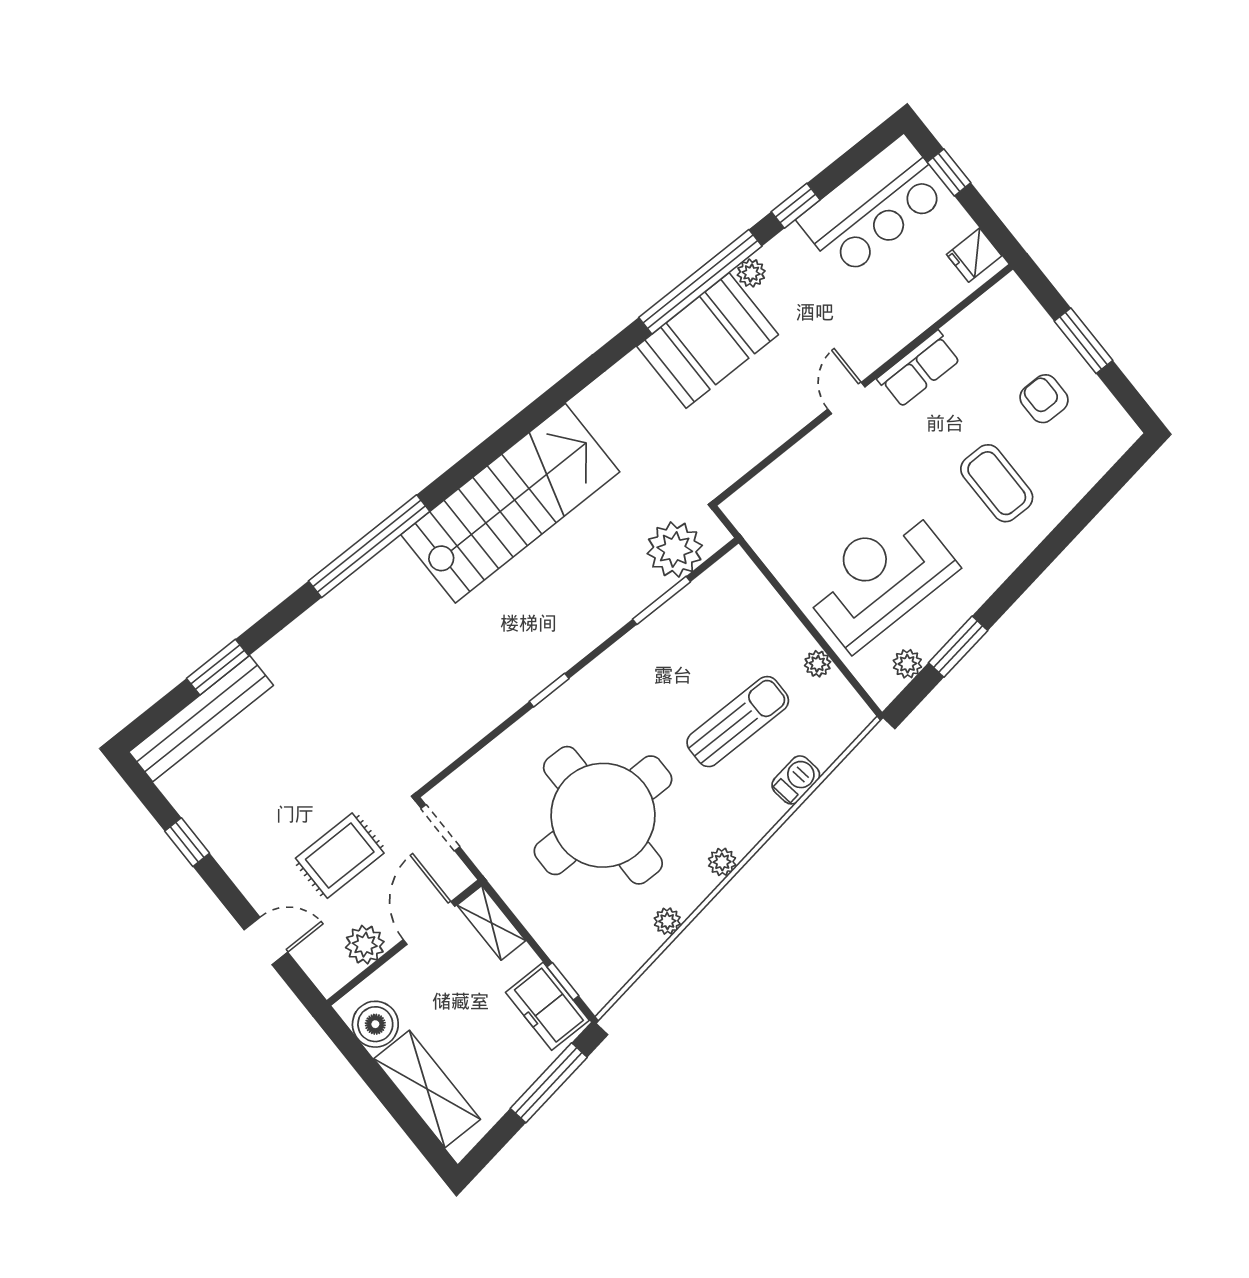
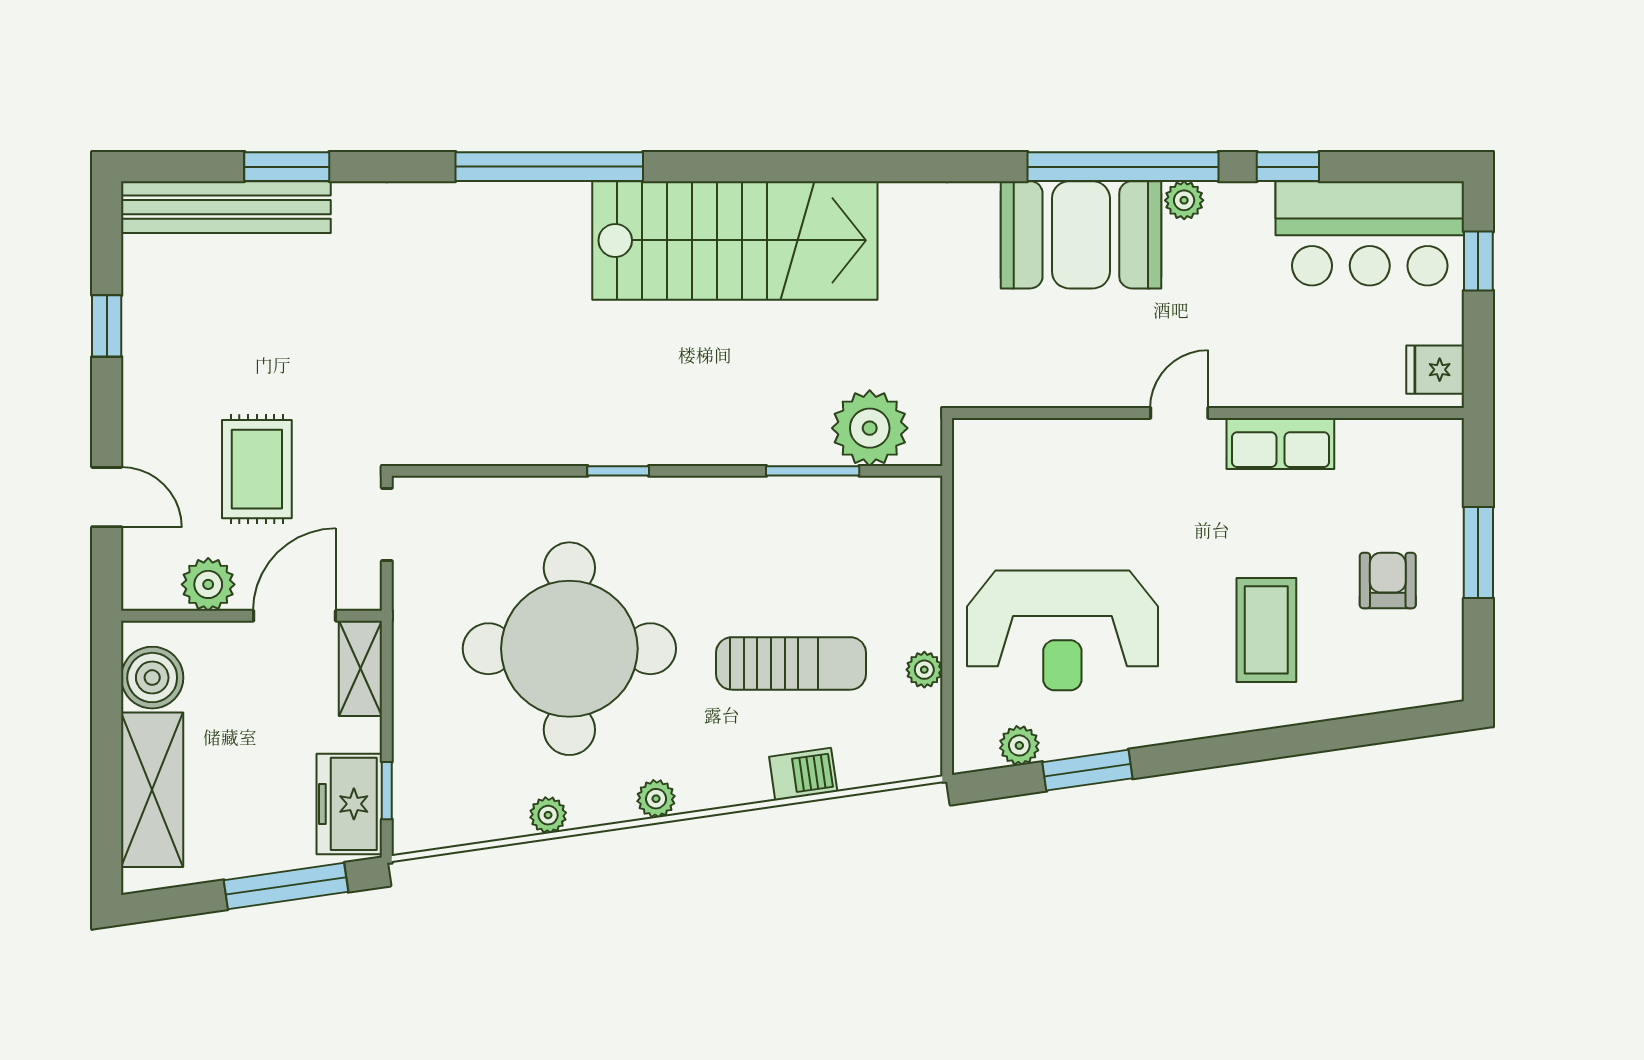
reception desk: (879, 577) -> (1062, 630), turned 180
rug: (340, 856) -> (257, 469), turned 90

